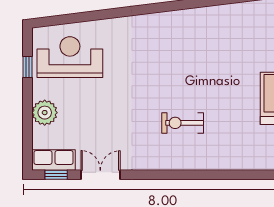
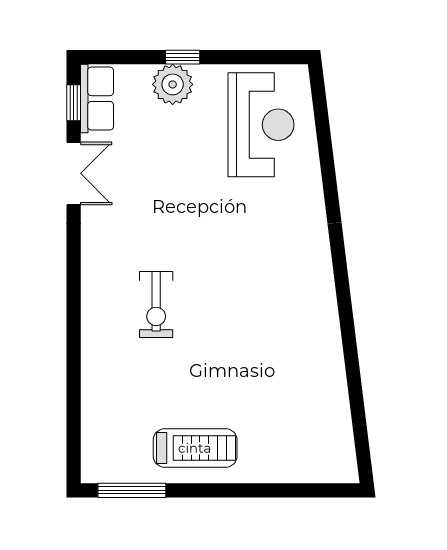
window: (28, 67) -> (183, 57), moved
exercise bike: (183, 123) -> (156, 305), turned 180

